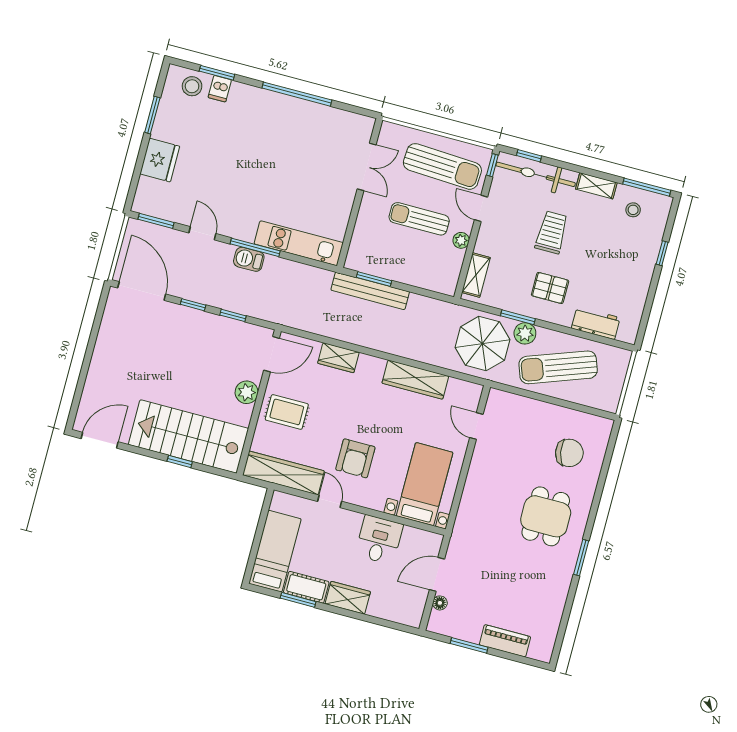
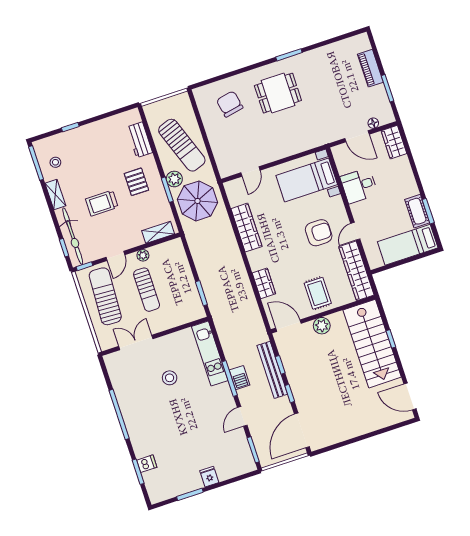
stool: (192, 86) -> (170, 378), moved
fridge: (160, 160) -> (209, 477), width x0.53, depth x0.75
bench: (370, 291) -> (272, 370), moved
wardrobe: (348, 598) -> (394, 142), moved

